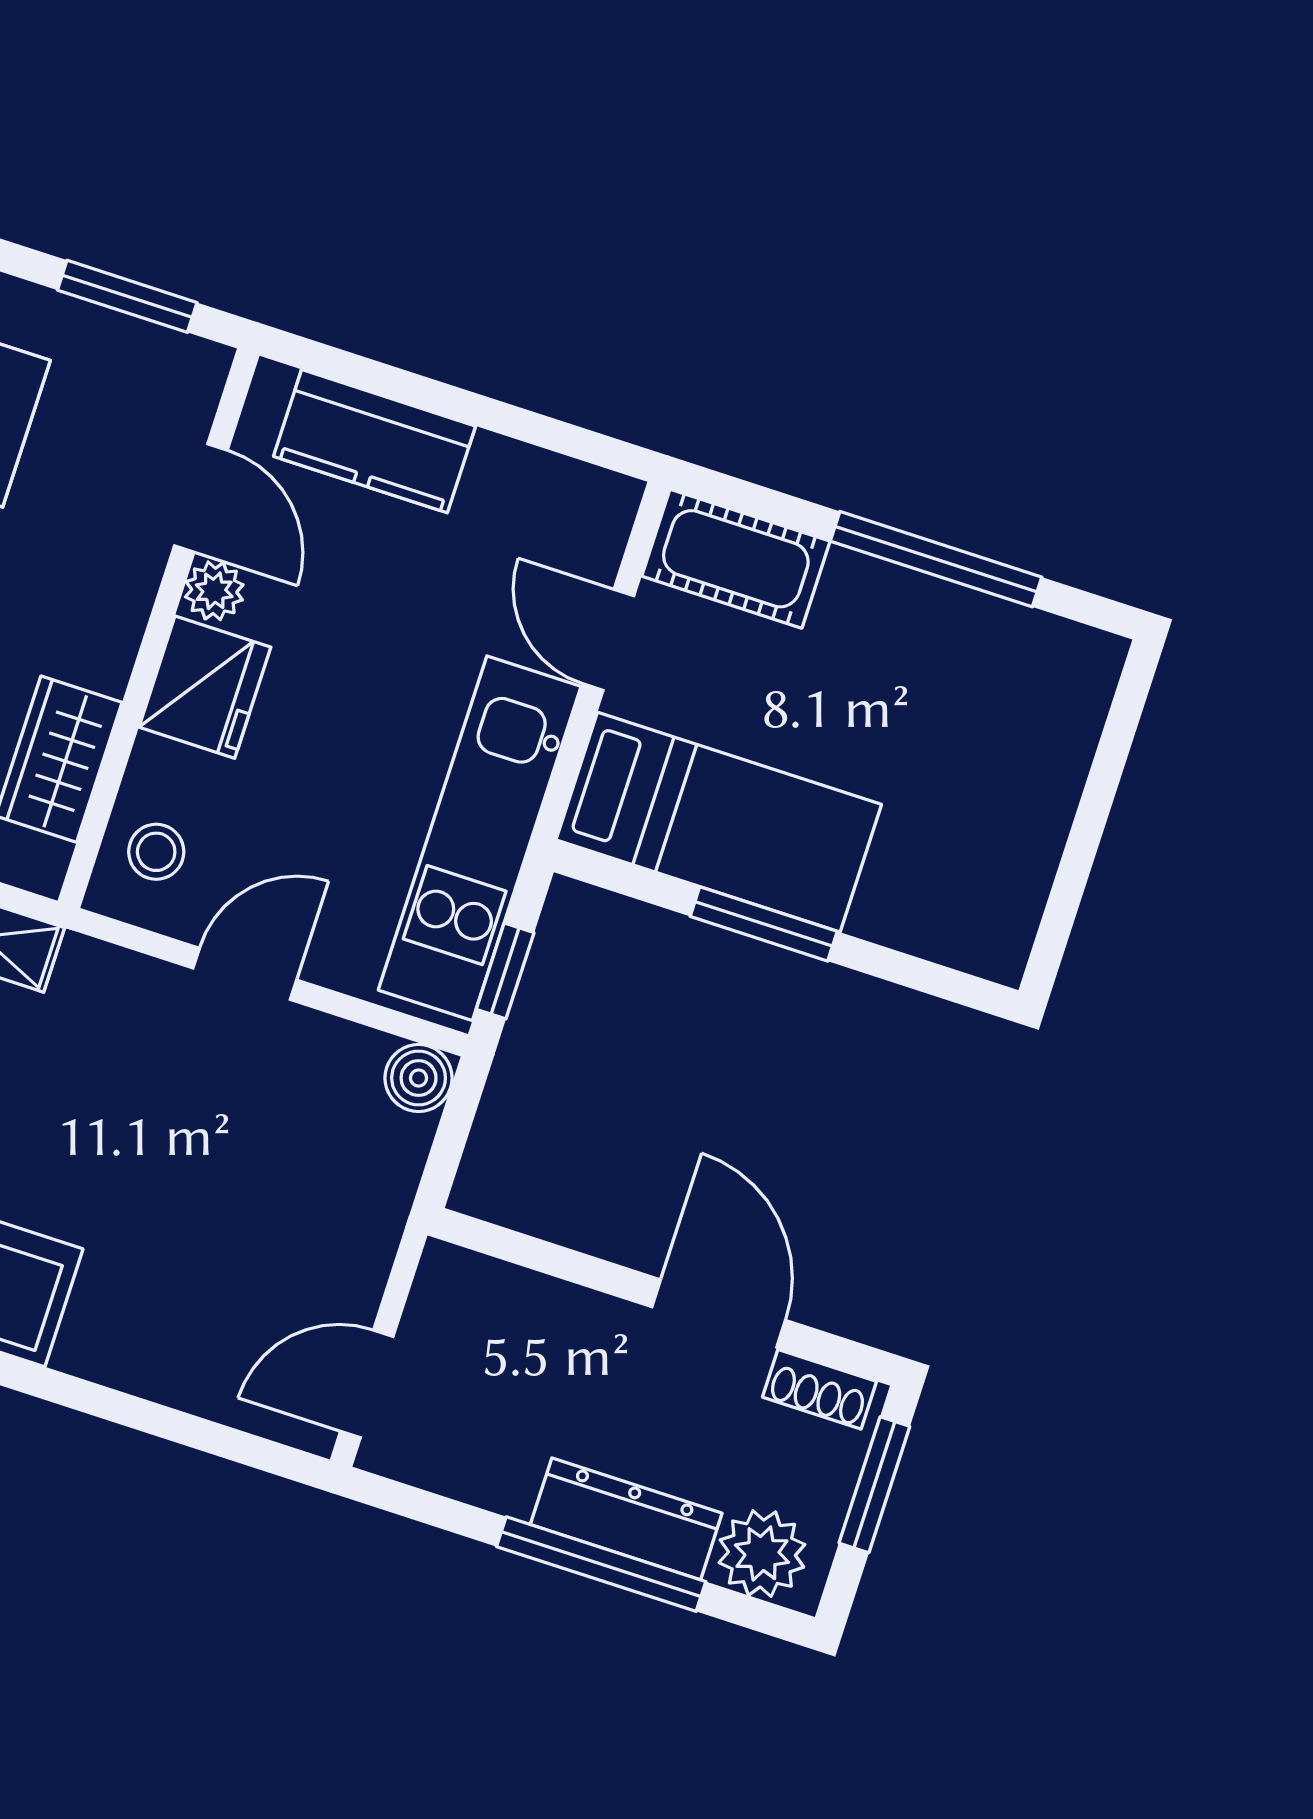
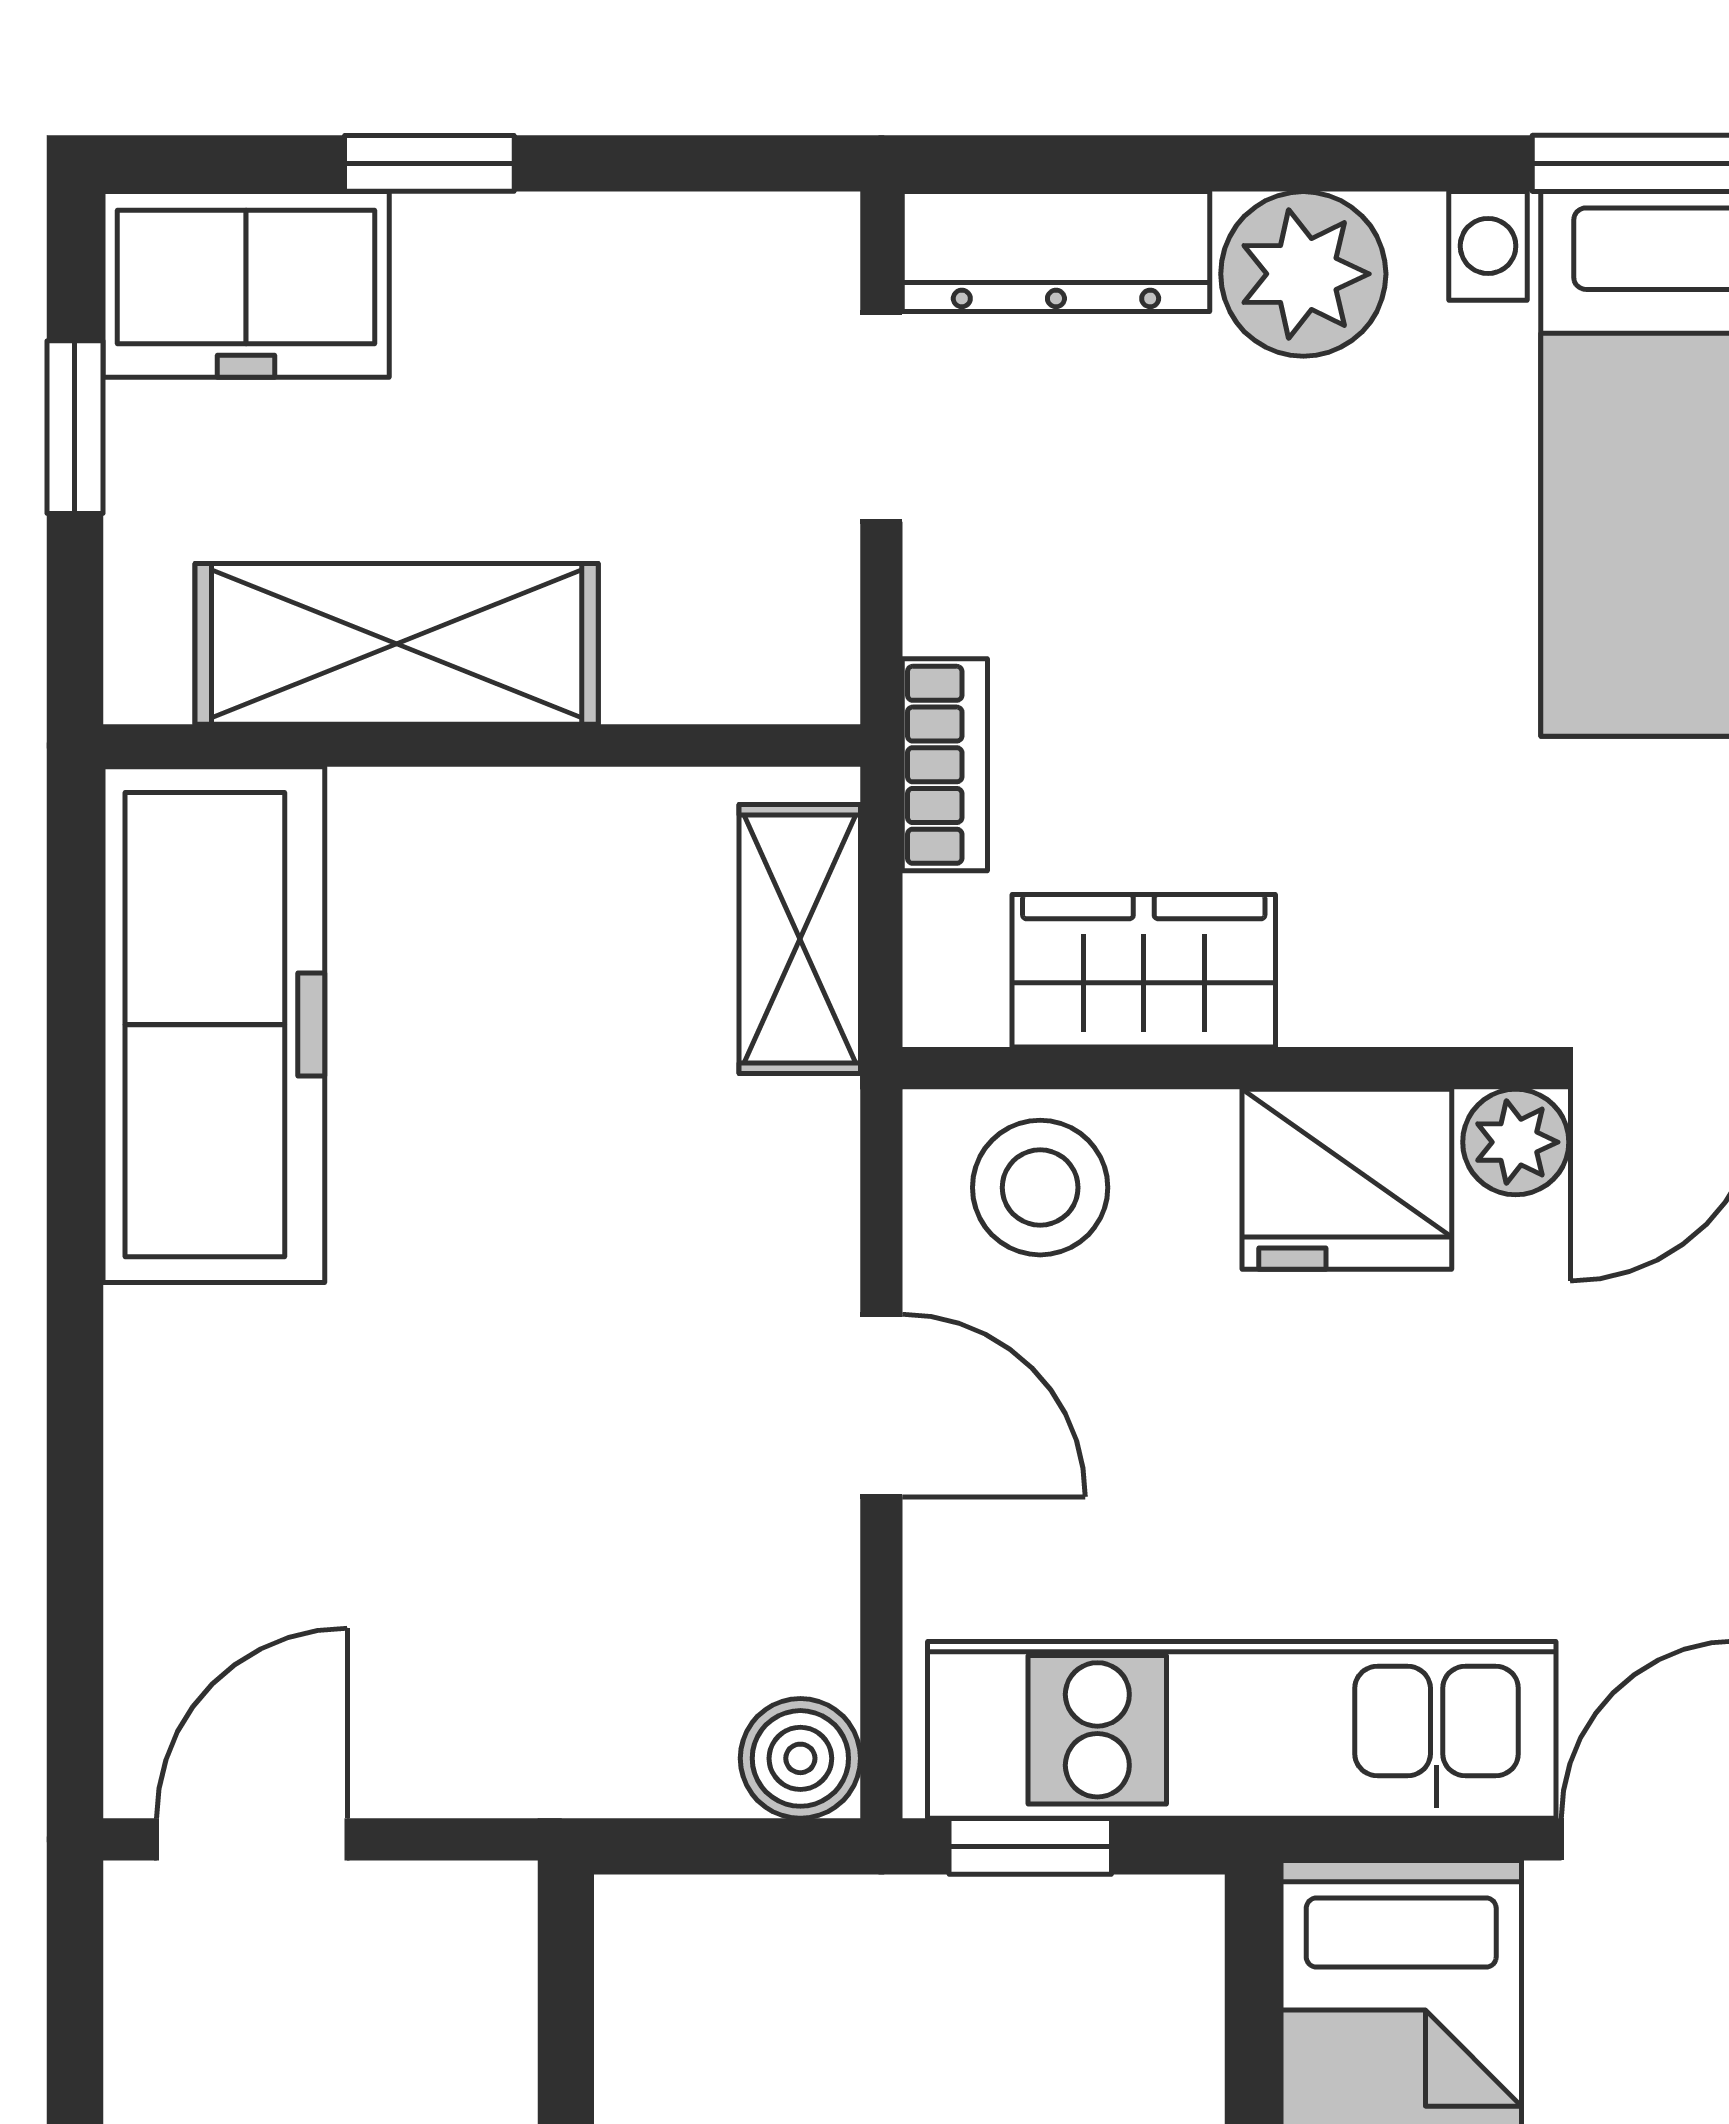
stool: (156, 852) -> (1040, 1188), width x1.37, depth x1.37
door: (367, 1384) -> (252, 1839), hinge flipped

